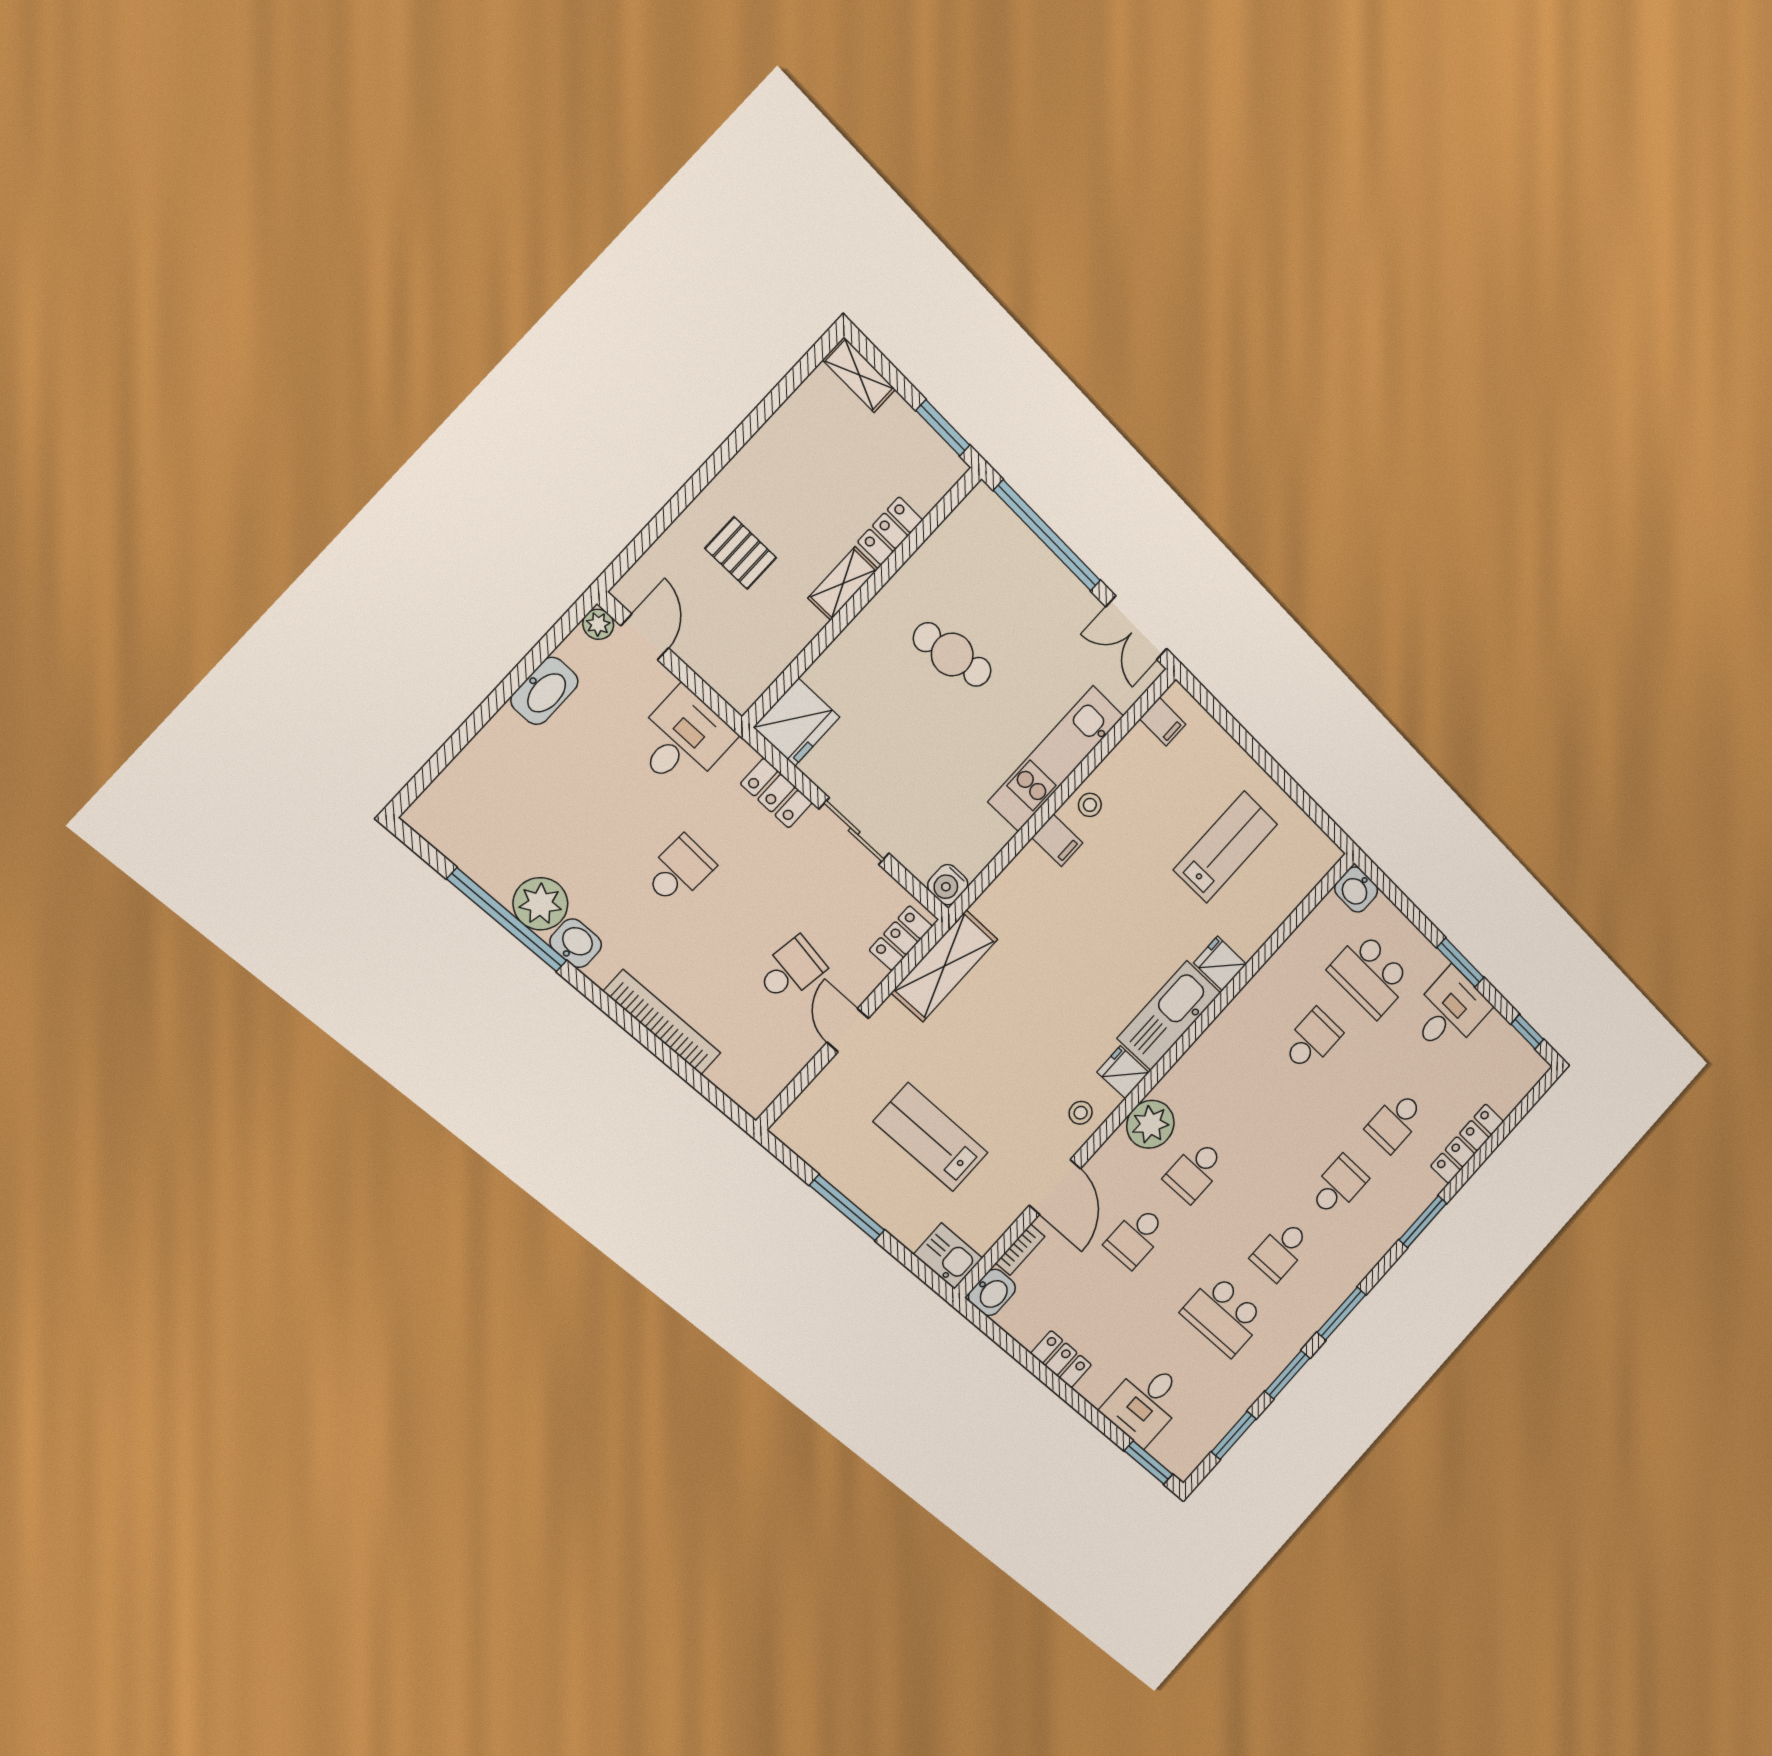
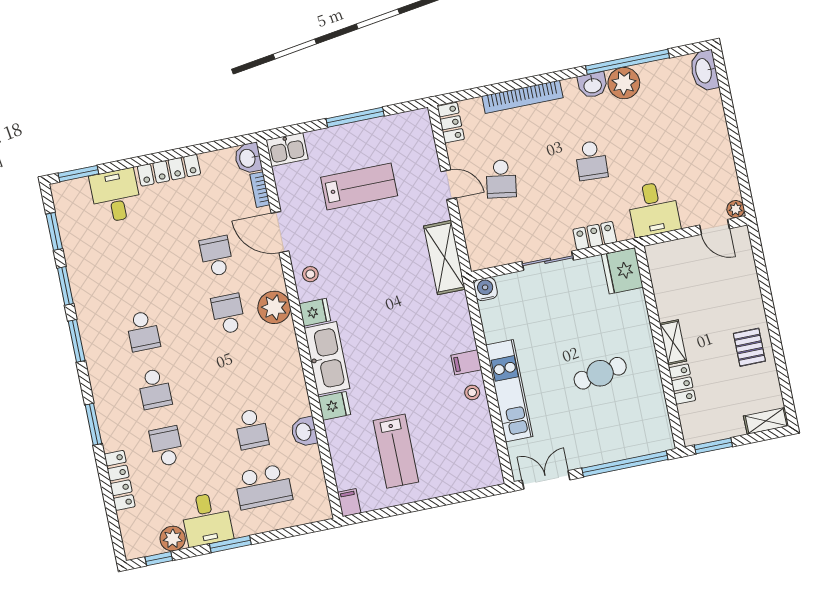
pallet: (741, 553) -> (749, 347), moved, turned 90
washbasin: (544, 691) -> (704, 71), moved
filing cabinet: (1163, 722) -> (349, 503), moved, turned 90
washbasin: (1356, 889) -> (304, 432), moved, turned -90
locker: (901, 938) -> (451, 123), moved
school desk: (1370, 975) -> (263, 487), turned 180
plant: (1495, 1034) -> (173, 539), added
school desk: (1281, 1250) -> (143, 331), turned 180
school desk: (1223, 1315) -> (131, 274), removed
locker: (1061, 1359) -> (169, 170), width x1.53

